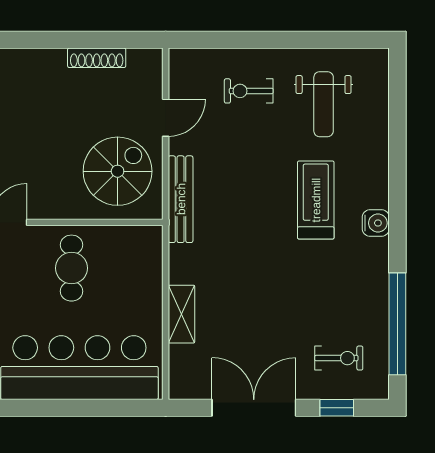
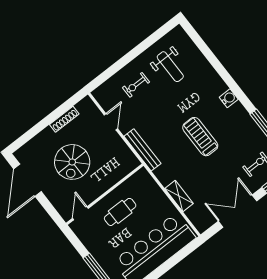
spiral stairs: (118, 171) -> (72, 162), moved, turned 180
treadmill: (316, 200) -> (200, 137), moved
cafe table: (71, 268) -> (120, 212), turned 90

